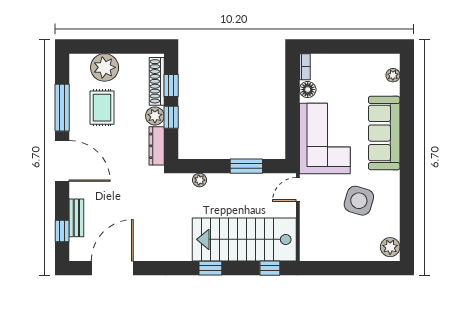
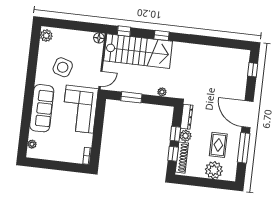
floor lamp: (308, 90) -> (99, 38), moved
bench: (76, 218) -> (243, 77), removed
door: (112, 268) -> (224, 43), removed

